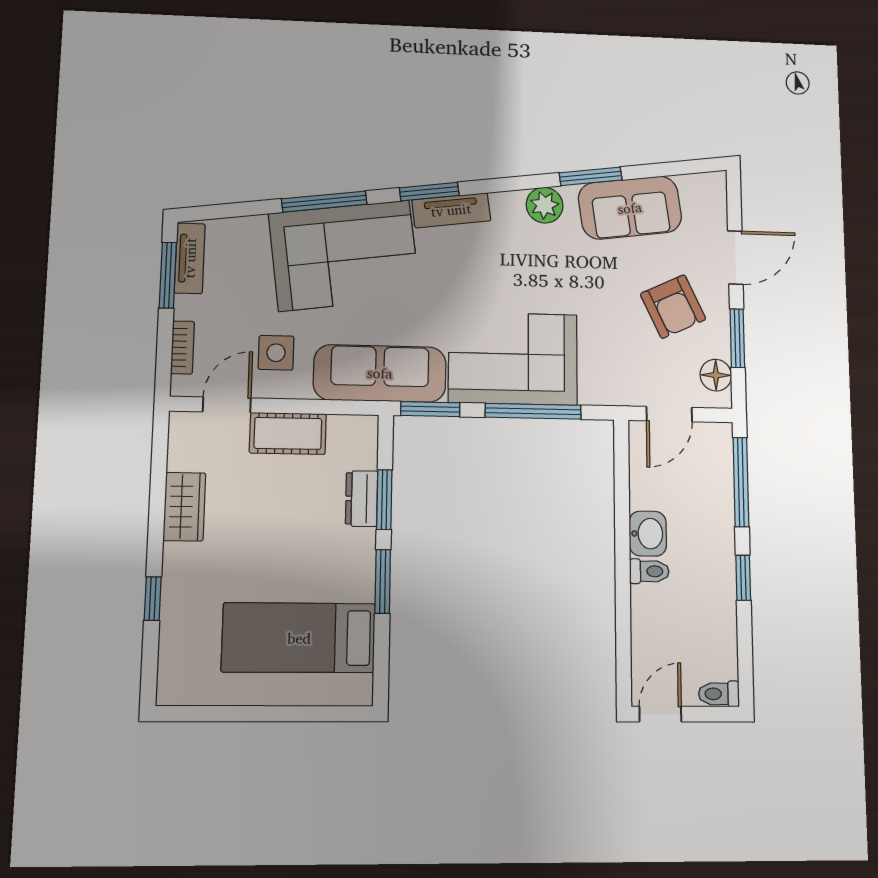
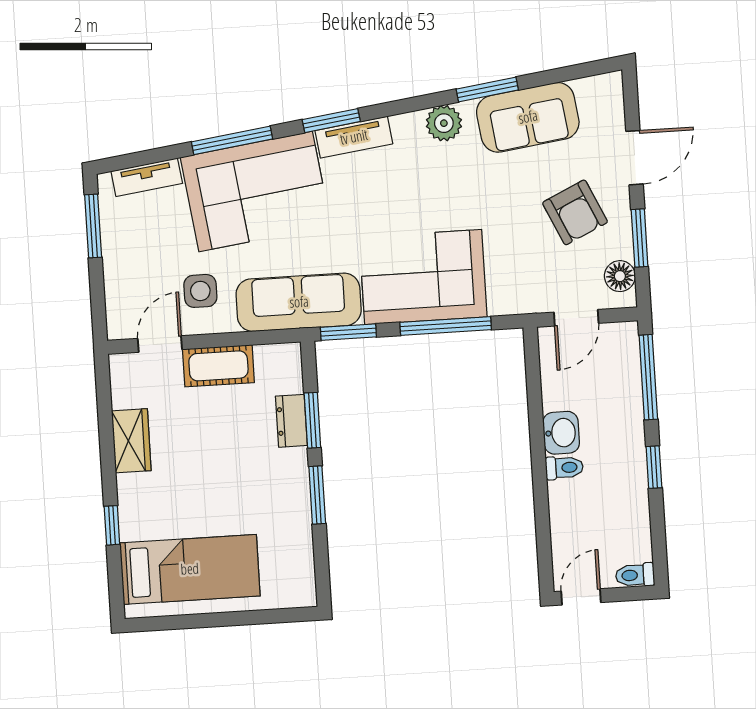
tv unit: (190, 258) -> (147, 177), moved, turned 82
bookcase: (183, 347) -> (114, 294), removed
bed: (299, 638) -> (190, 569), moved, turned 180

